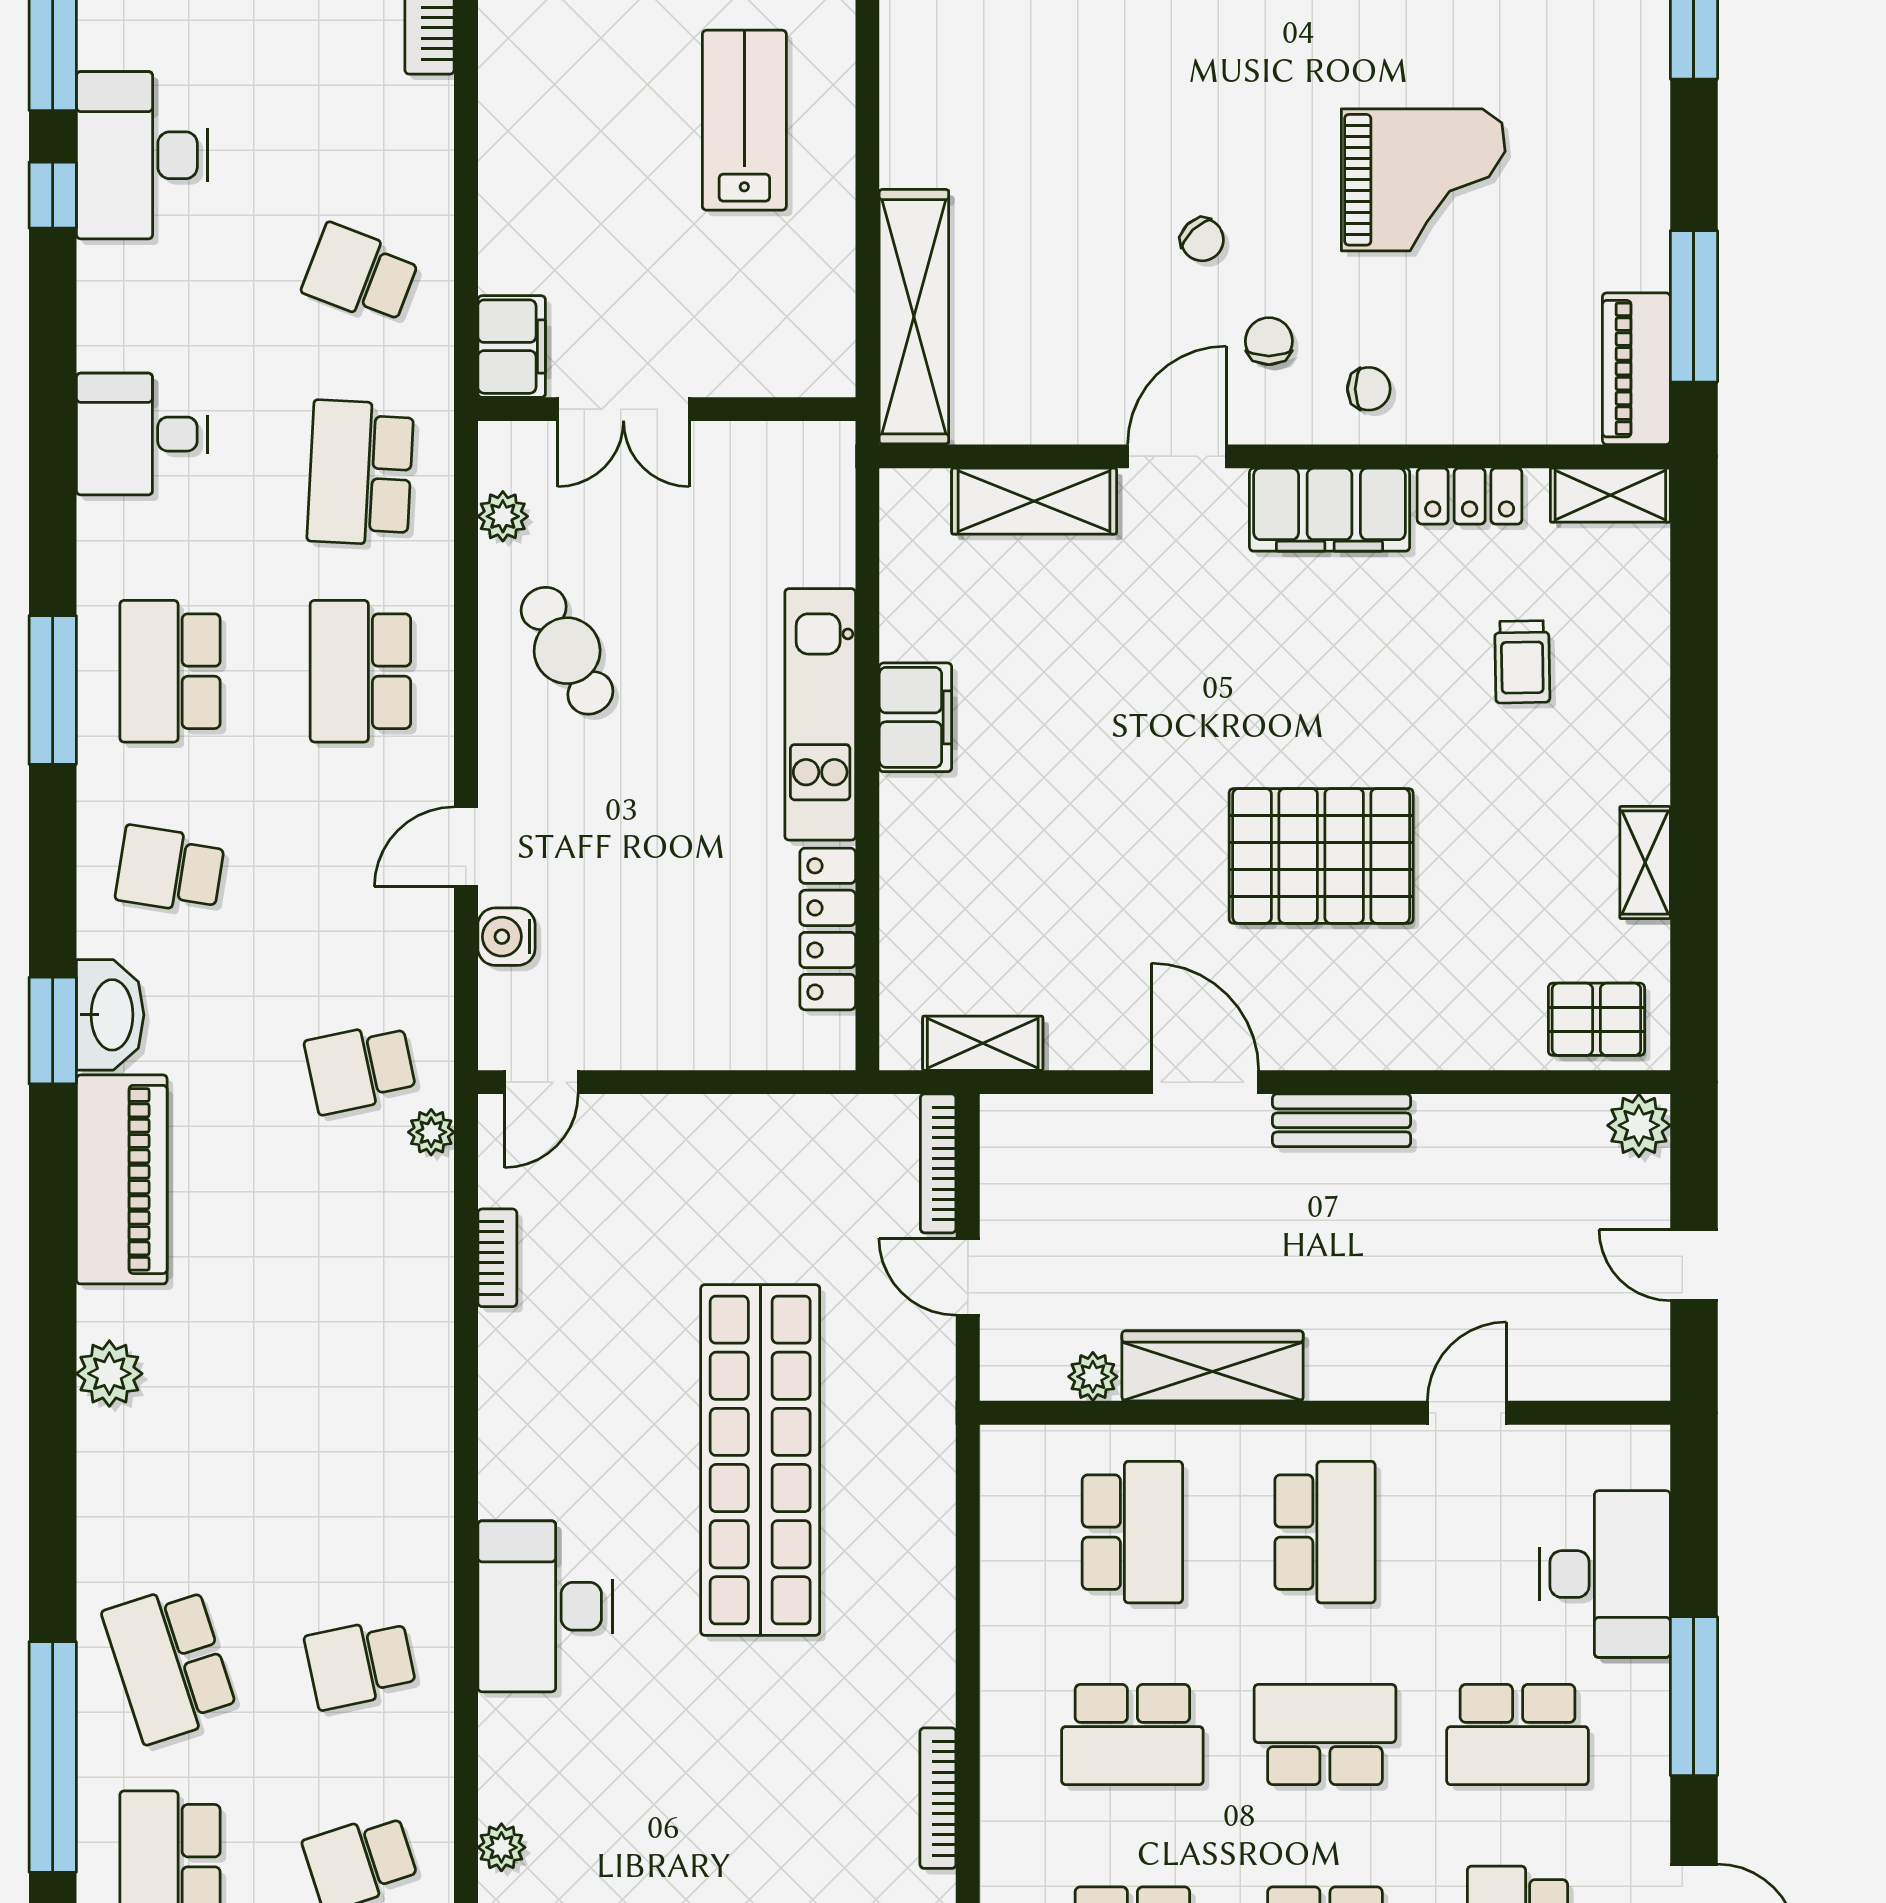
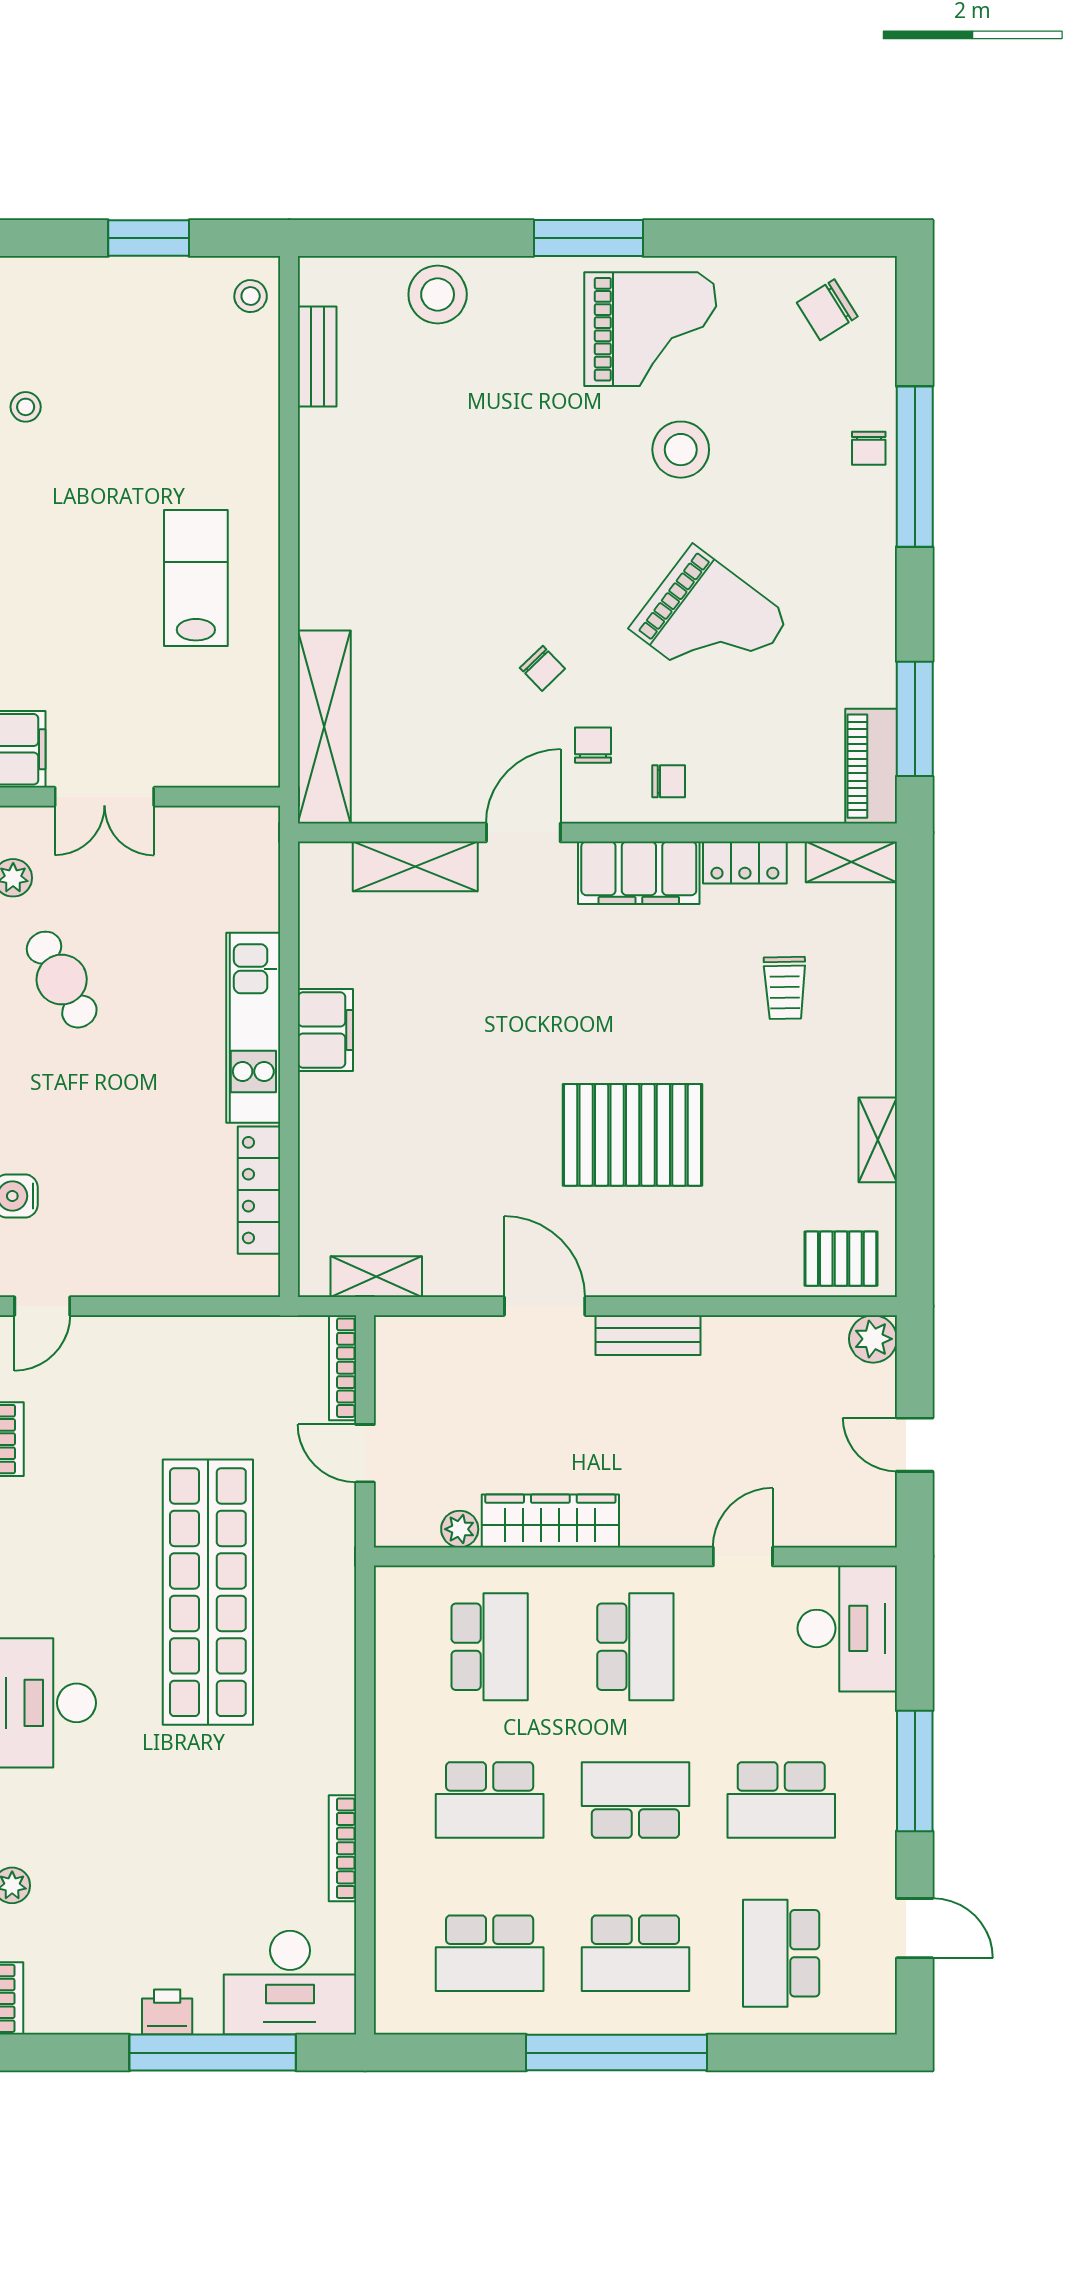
grand piano: (1423, 180) -> (710, 623), turned 37
desk: (1605, 1574) -> (847, 1628), moved

